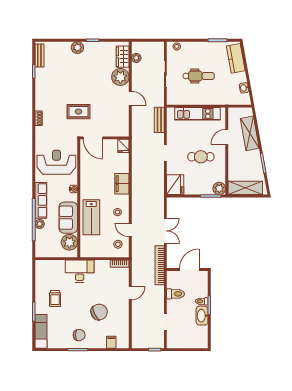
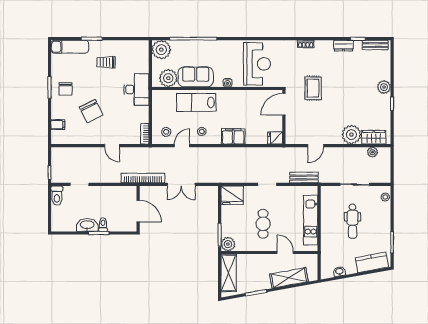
dresser: (40, 84) -> (343, 46), added
door: (130, 98) -> (316, 146), moved
row of seats: (41, 200) -> (215, 47), removed
plant: (40, 224) -> (161, 50), moved, width x1.87, depth x1.87
toilet: (176, 294) -> (57, 196), moved

